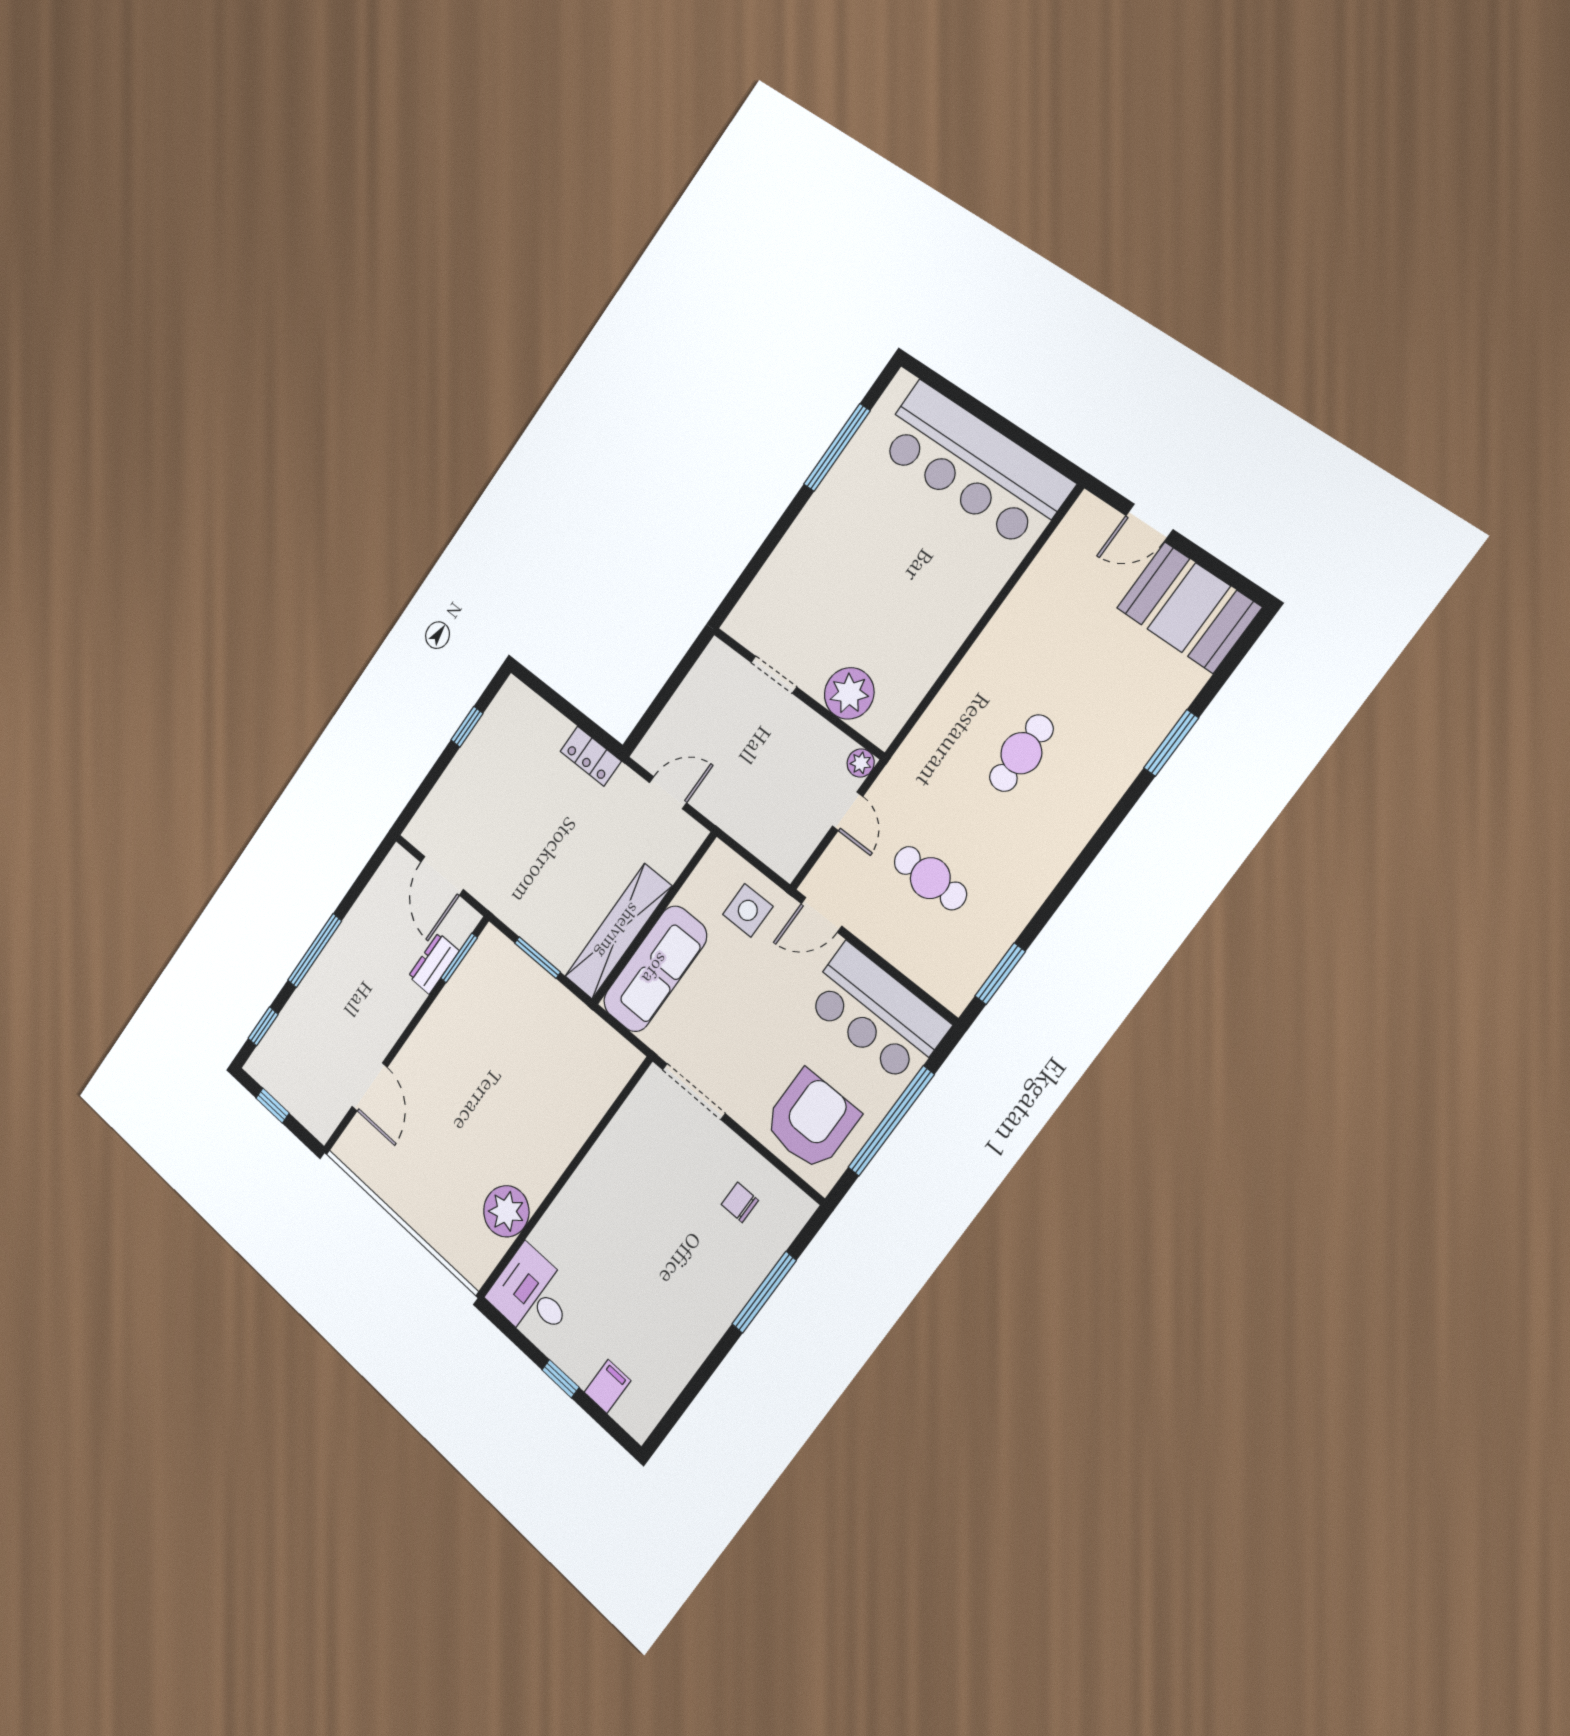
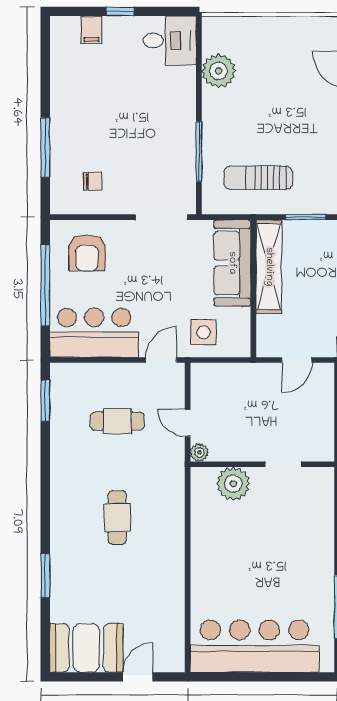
sun lounger: (554, 1048) -> (258, 178), added
armchair: (811, 1120) -> (87, 253), width x0.73, depth x0.73
window: (595, 1135) -> (199, 152), added

